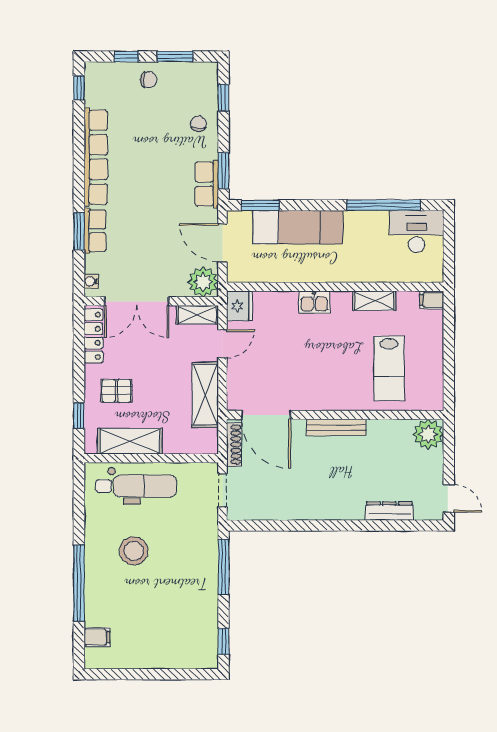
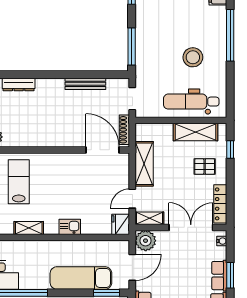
door: (222, 243) -> (132, 267), hinge flipped
bench: (336, 427) -> (85, 84), moved

